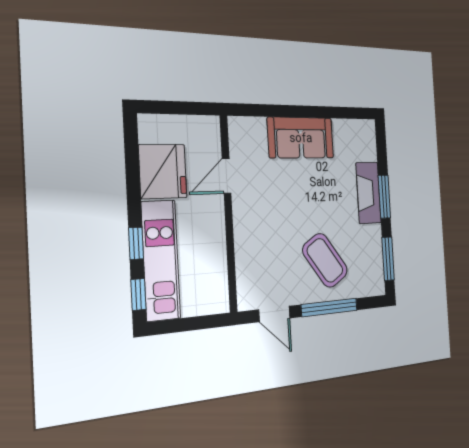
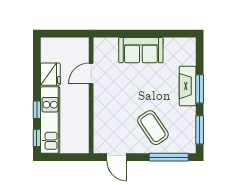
fridge: (163, 171) -> (50, 74), width x0.73, depth x0.75
window: (330, 307) -> (169, 157), moved

